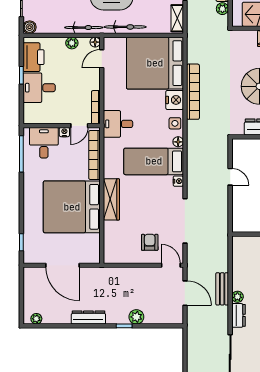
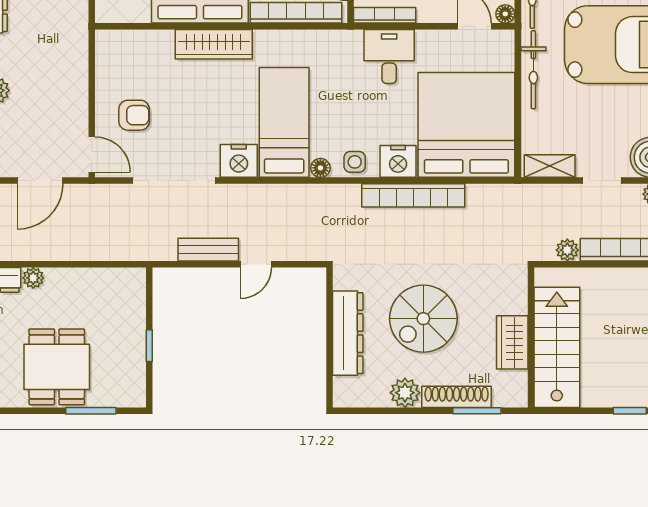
desk: (118, 124) -> (389, 56), moved
nightstand: (178, 181) -> (239, 161), width x1.89, depth x1.79
door: (171, 265) -> (92, 154), hinge flipped
bench: (222, 289) -> (208, 250), moved

